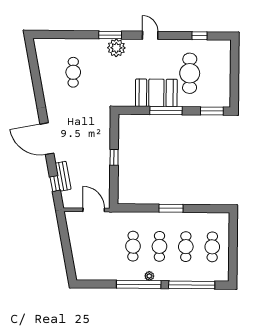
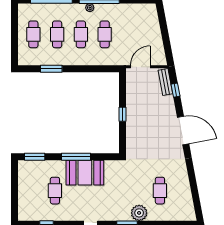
plant: (116, 48) -> (139, 213), moved
cafe table: (190, 73) -> (55, 191), width x0.73, depth x0.74
bench: (63, 176) -> (165, 82), moved
window: (171, 208) -> (51, 69), moved
door: (94, 210) -> (140, 67), swing flipped

